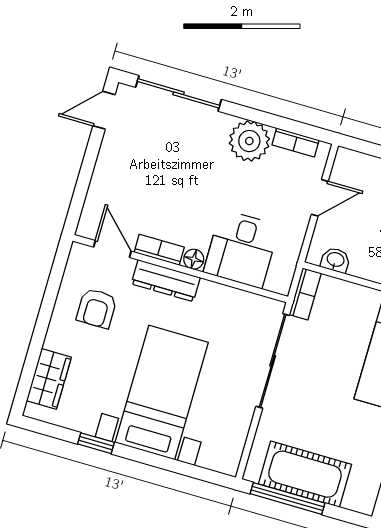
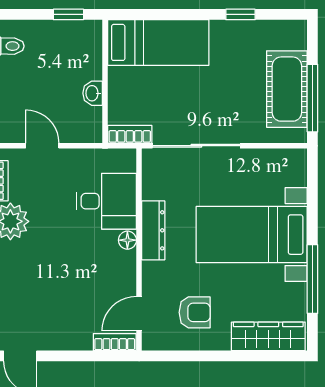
bookcase: (159, 250) -> (115, 342), moved, turned 90
washbasin: (335, 260) -> (93, 93), moved
dresser: (166, 281) -> (153, 230), moved
wardrobe: (49, 379) -> (268, 336), width x1.50
window: (96, 443) -> (312, 279), width x2.17

